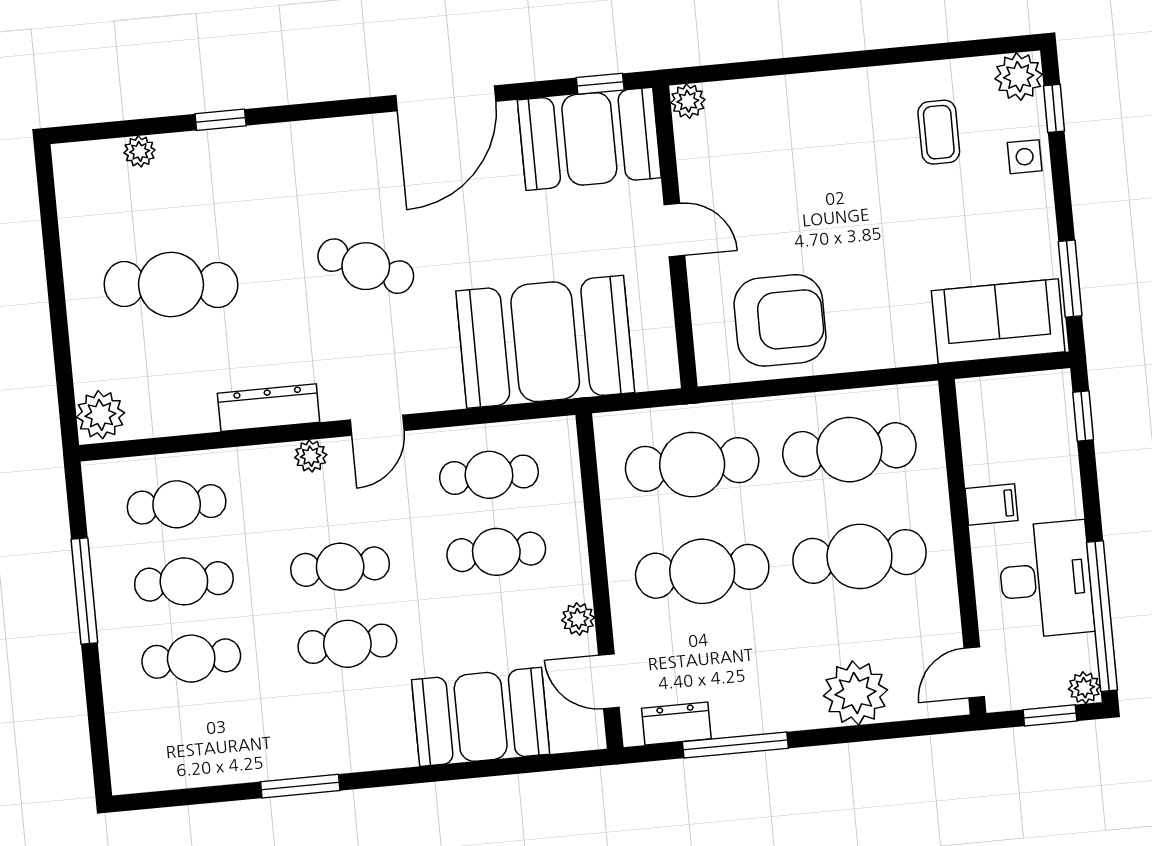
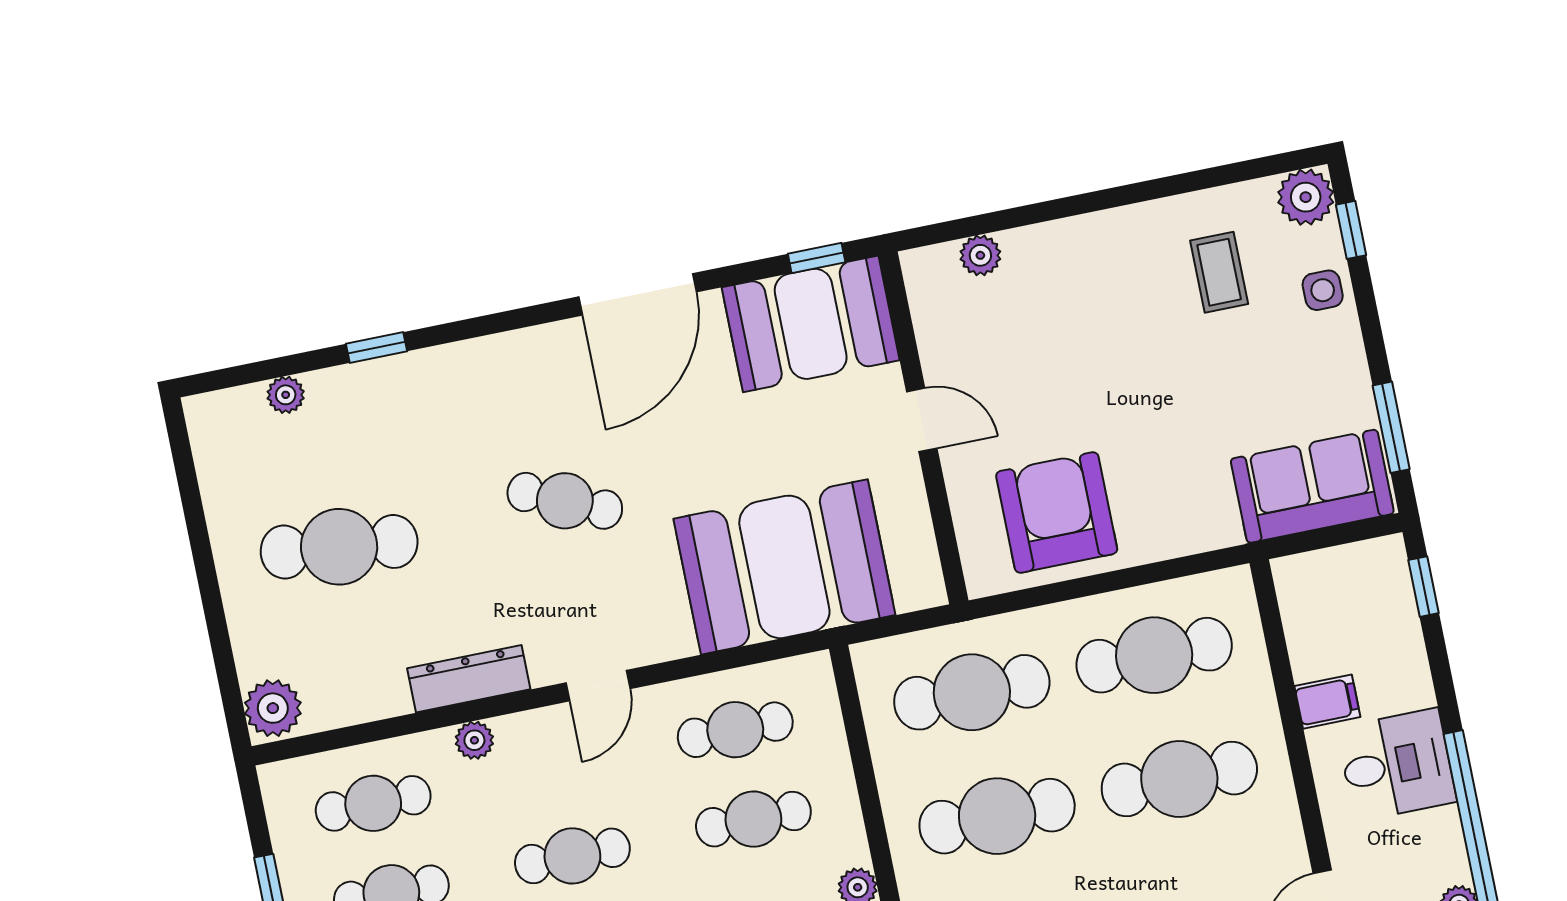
plant: (688, 101) -> (980, 255), moved
armchair: (780, 320) -> (1057, 513), turned -90
plant: (311, 456) -> (474, 740), moved
desk: (1046, 579) -> (1397, 765), width x0.73

